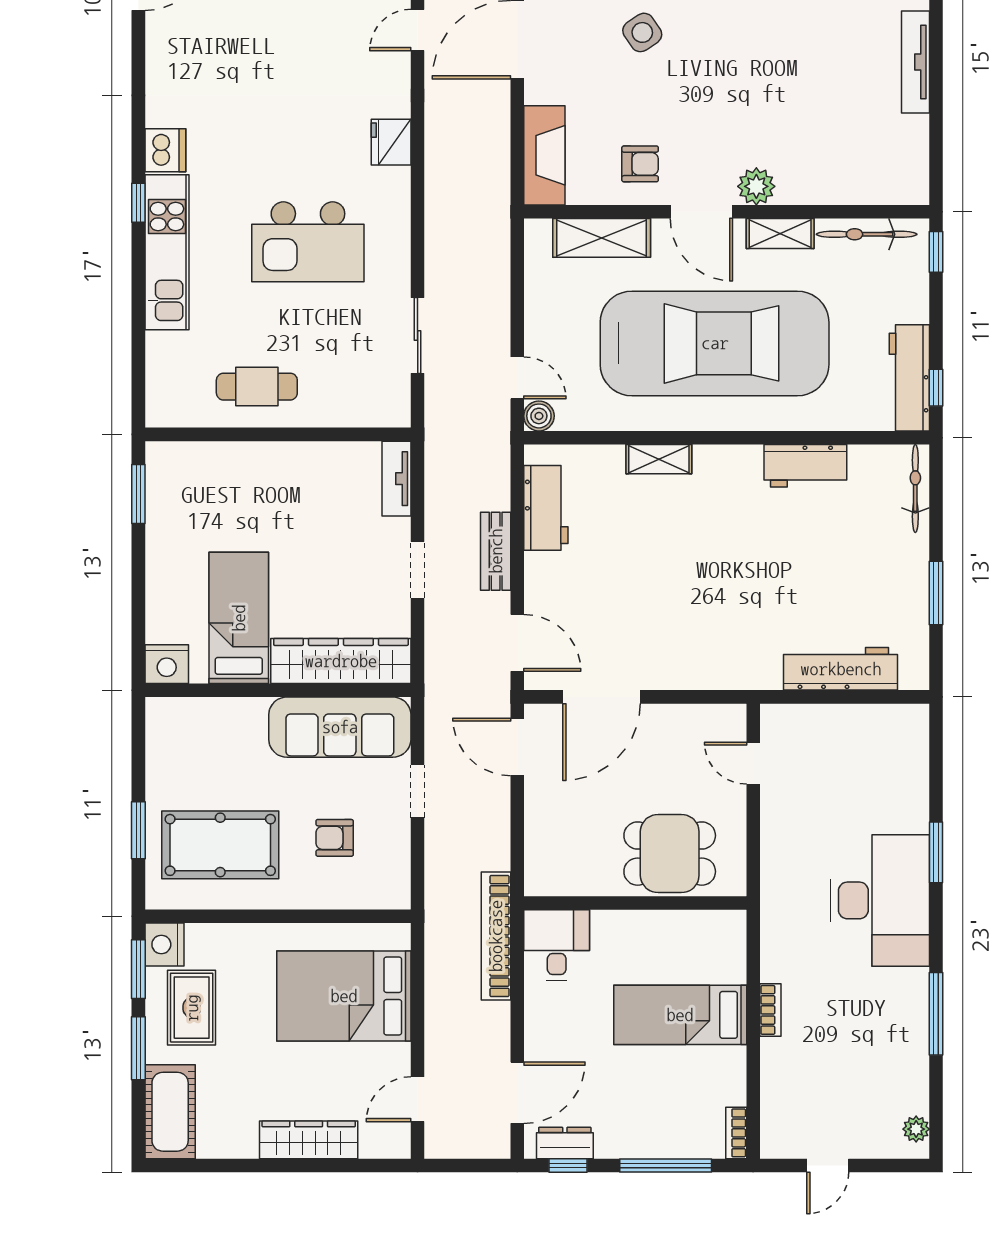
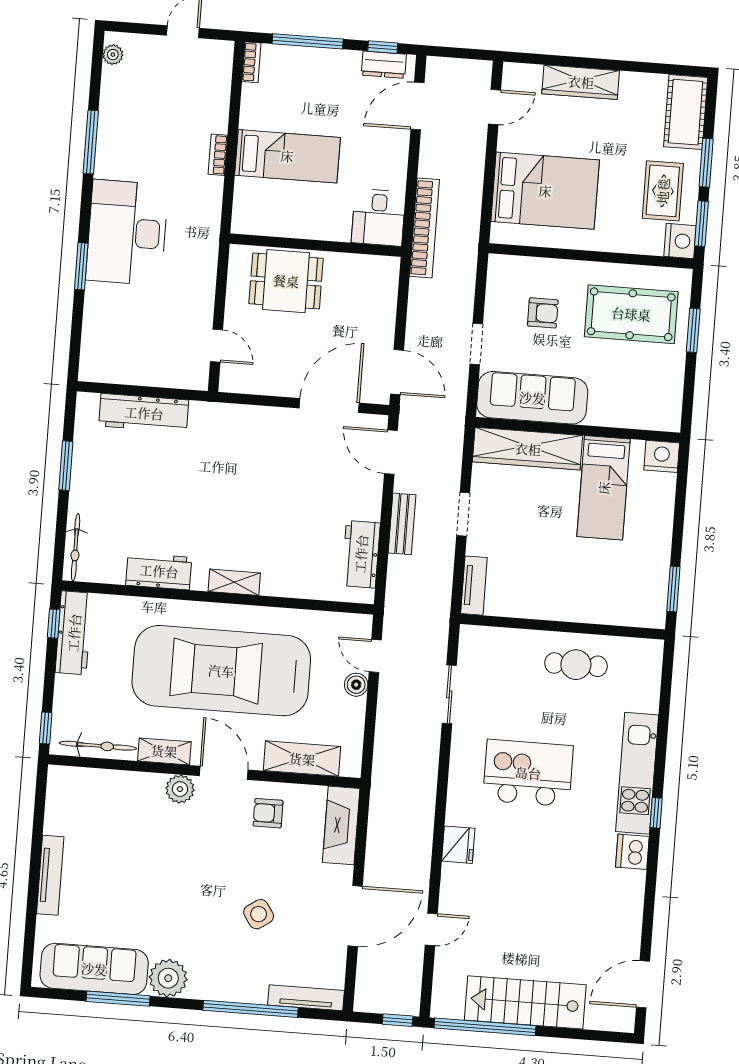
boiler: (539, 416) -> (356, 685), moved
shelving: (659, 459) -> (234, 582), moved

